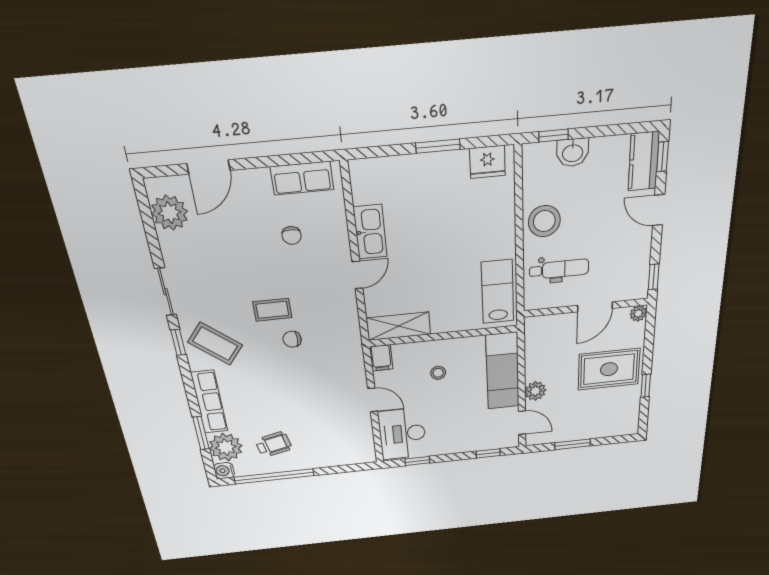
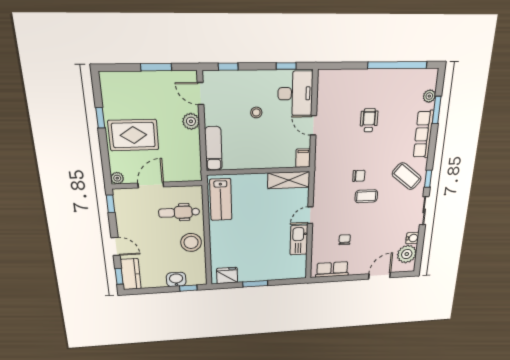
exam couch: (503, 371) -> (213, 149), width x0.73, depth x0.69
stool: (438, 373) -> (256, 112), moved
wheelchair: (274, 444) -> (369, 120), moved, turned 103
plant: (226, 447) -> (429, 96), width x0.53, depth x0.53
water cooler: (224, 471) -> (412, 238), moved

